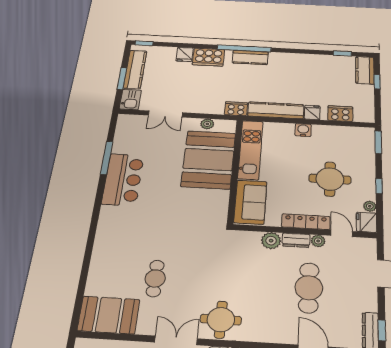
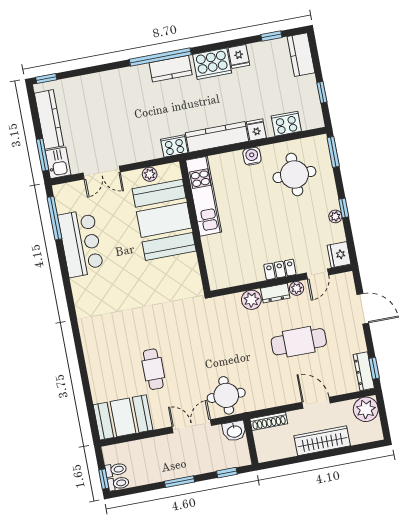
fridge: (185, 54) -> (239, 56), moved
cooker: (209, 57) -> (212, 64), moved
window: (122, 79) -> (42, 155), moved
window: (377, 82) -> (322, 92), moved
window: (107, 158) -> (54, 218), moved
bar counter: (123, 179) -> (81, 243), moved
round table: (330, 179) -> (294, 175), moved
sofa: (250, 202) -> (220, 261), removed
plant: (370, 206) -> (335, 216), moved
locker: (306, 222) -> (280, 269), width x0.66
door: (342, 233) -> (317, 274), swing flipped
cafe table: (309, 288) -> (299, 342), turned 90

